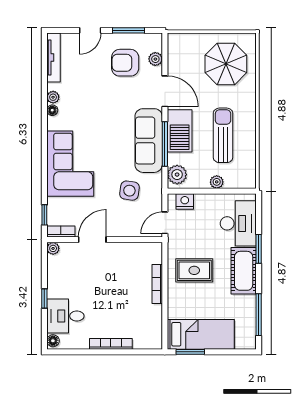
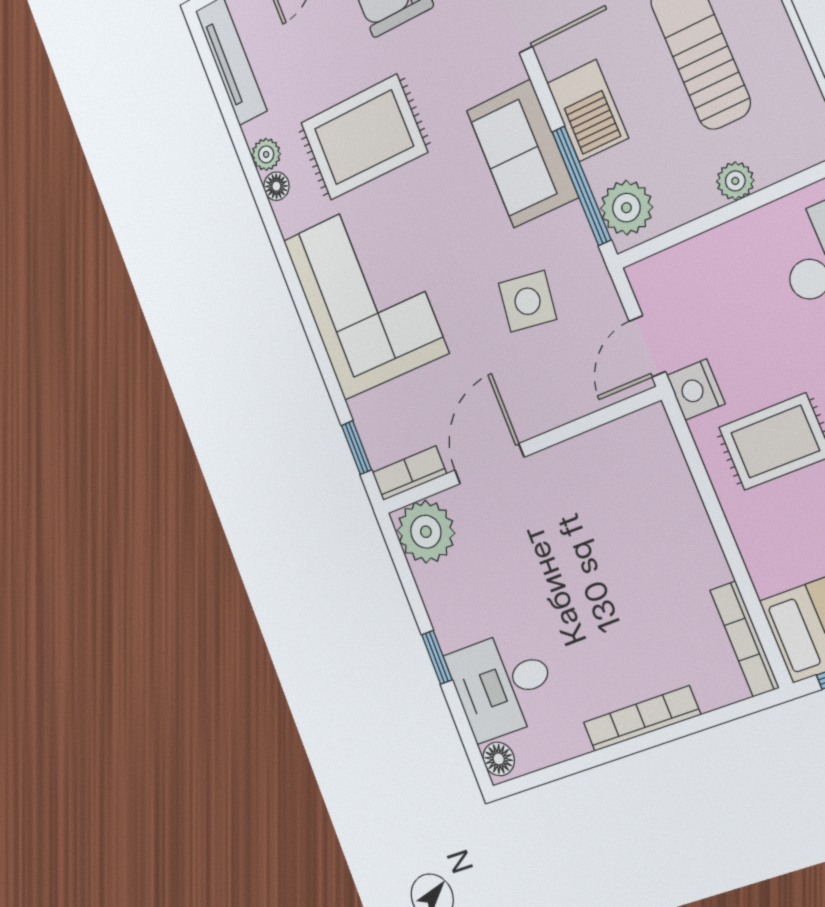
rug: (93, 108) -> (364, 137), added
barbecue: (180, 131) -> (588, 111), width x0.73, depth x0.83
sofa: (149, 141) -> (522, 154), width x0.73
window: (165, 144) -> (582, 186), moved
nightstand: (185, 201) -> (696, 390), moved, turned -90
plant: (53, 248) -> (426, 532), width x1.88, depth x1.88
bookcase: (157, 284) -> (744, 639), moved

